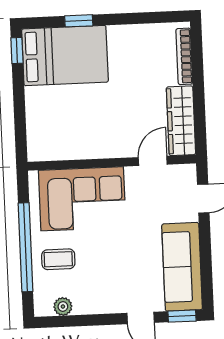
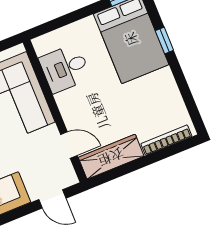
desk: (71, 136) -> (65, 68), added

